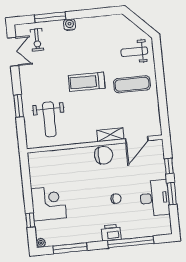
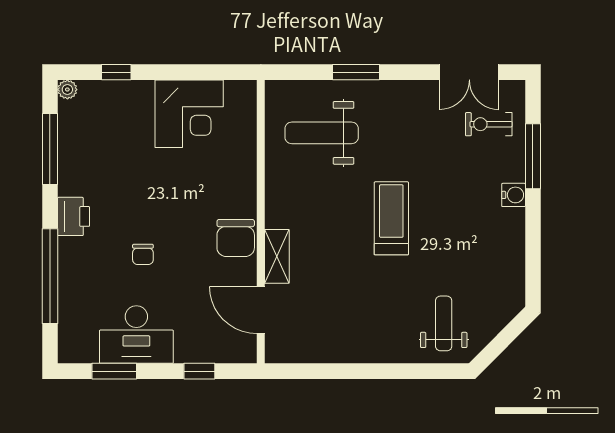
exercise mat: (132, 84) -> (377, 312), removed
window: (172, 194) -> (114, 371), moved
corner desk: (49, 203) -> (189, 114), moved
printer: (111, 233) -> (74, 216), moved

